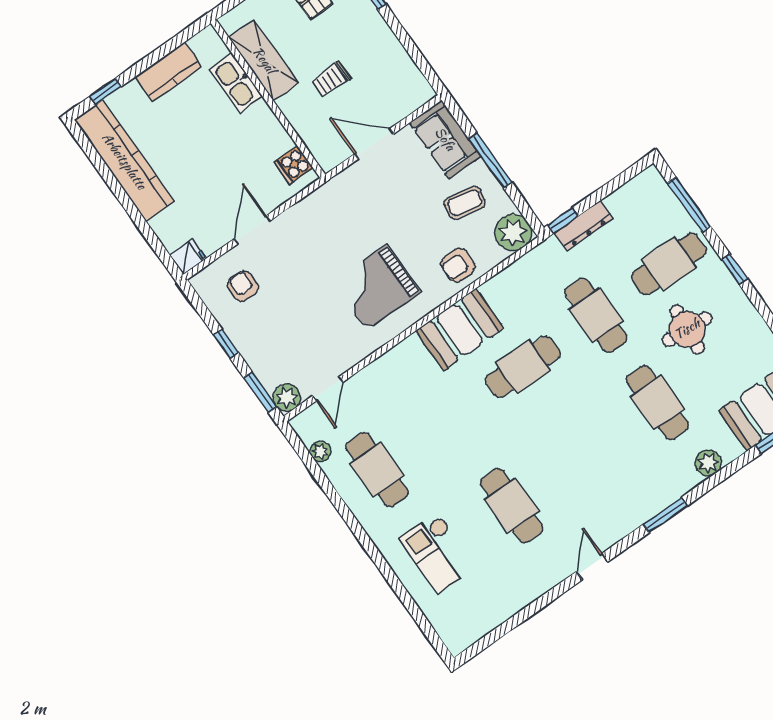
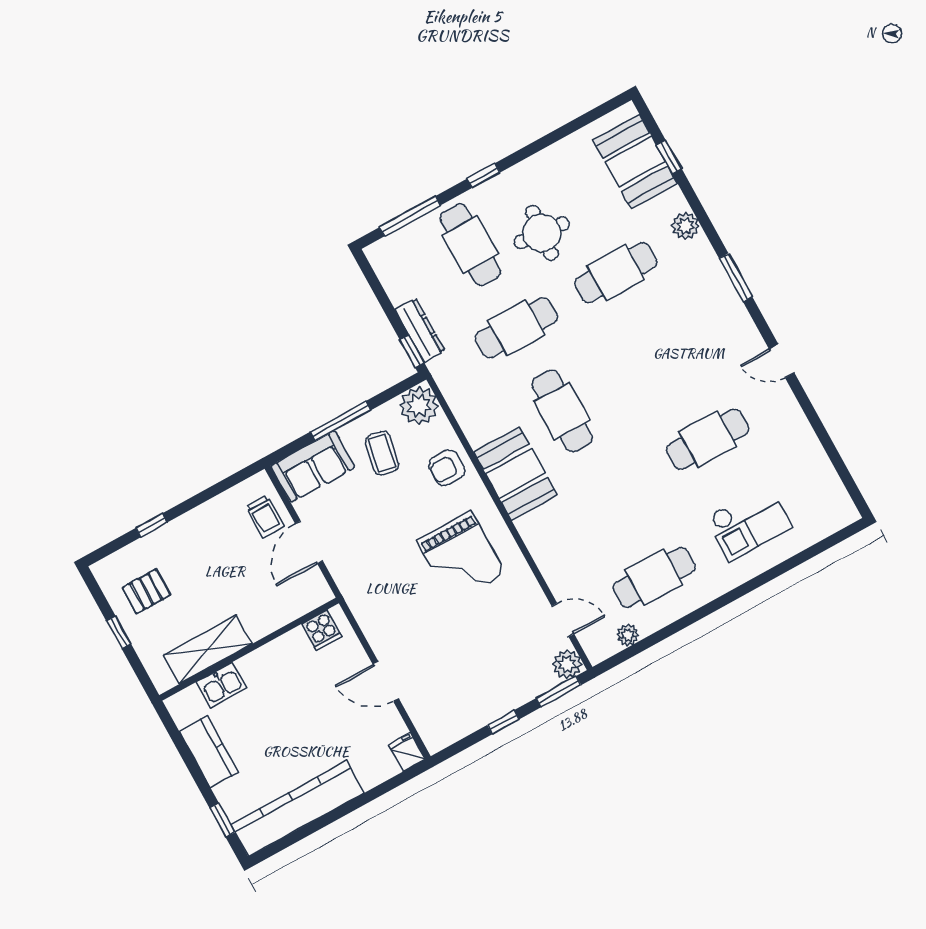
trolley: (331, 79) -> (265, 516), moved
kitchen sink: (236, 83) -> (221, 685), width x0.73
armchair: (458, 265) -> (447, 468), turned 90
armchair: (243, 286) -> (444, 698), removed

